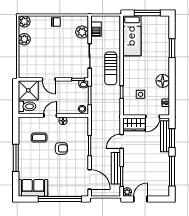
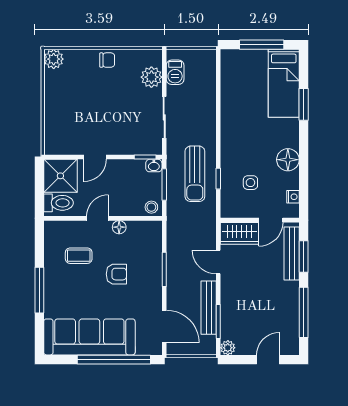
bed: (132, 36) -> (284, 83), moved
plant: (24, 39) -> (54, 89), removed
sun lounger: (111, 68) -> (195, 174), moved
door: (49, 79) -> (95, 157), hinge flipped
door: (122, 141) -> (218, 262), hinge flipped
sofa: (33, 188) -> (89, 337), width x1.85, depth x1.27
door: (140, 199) -> (268, 360), moved

